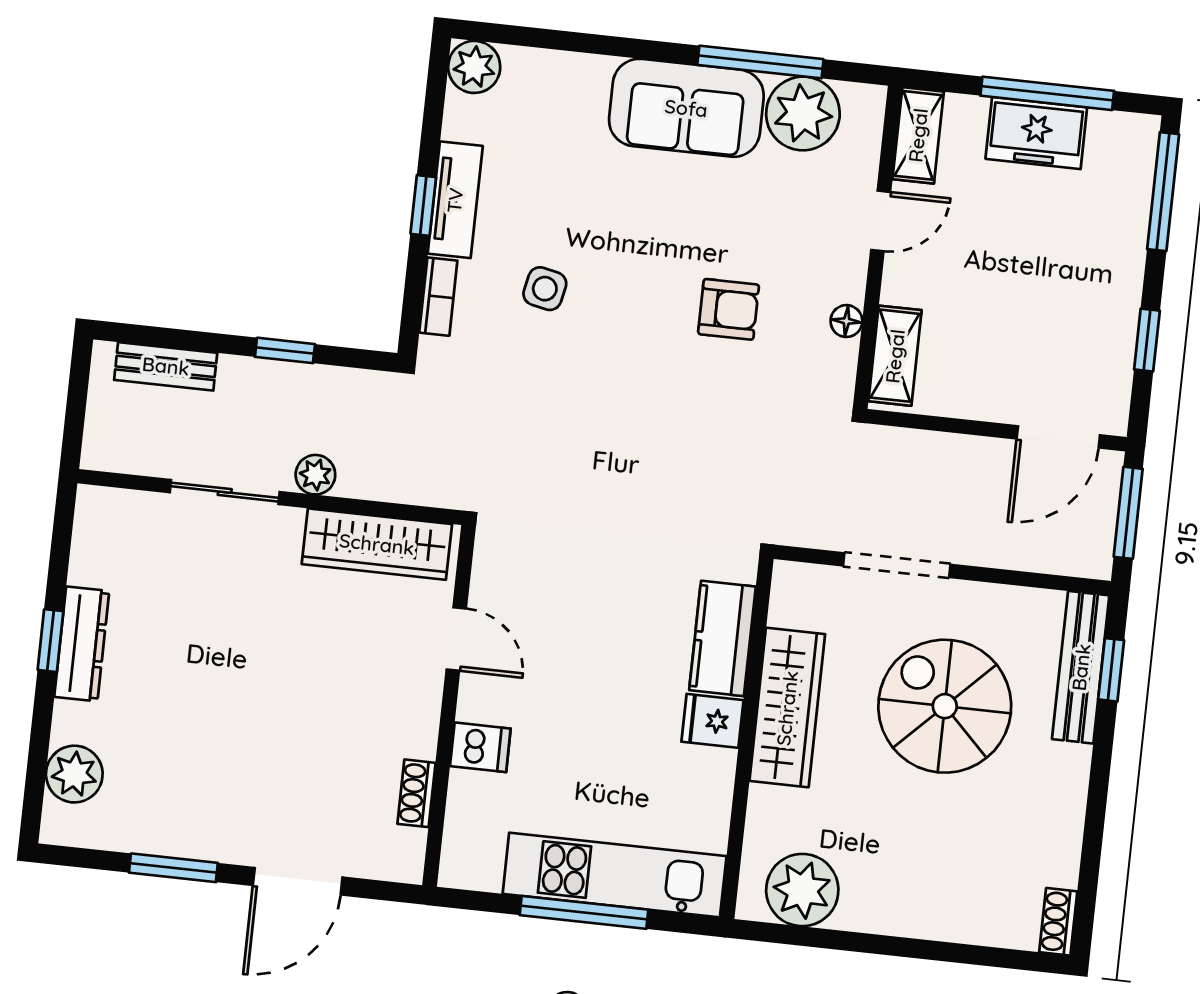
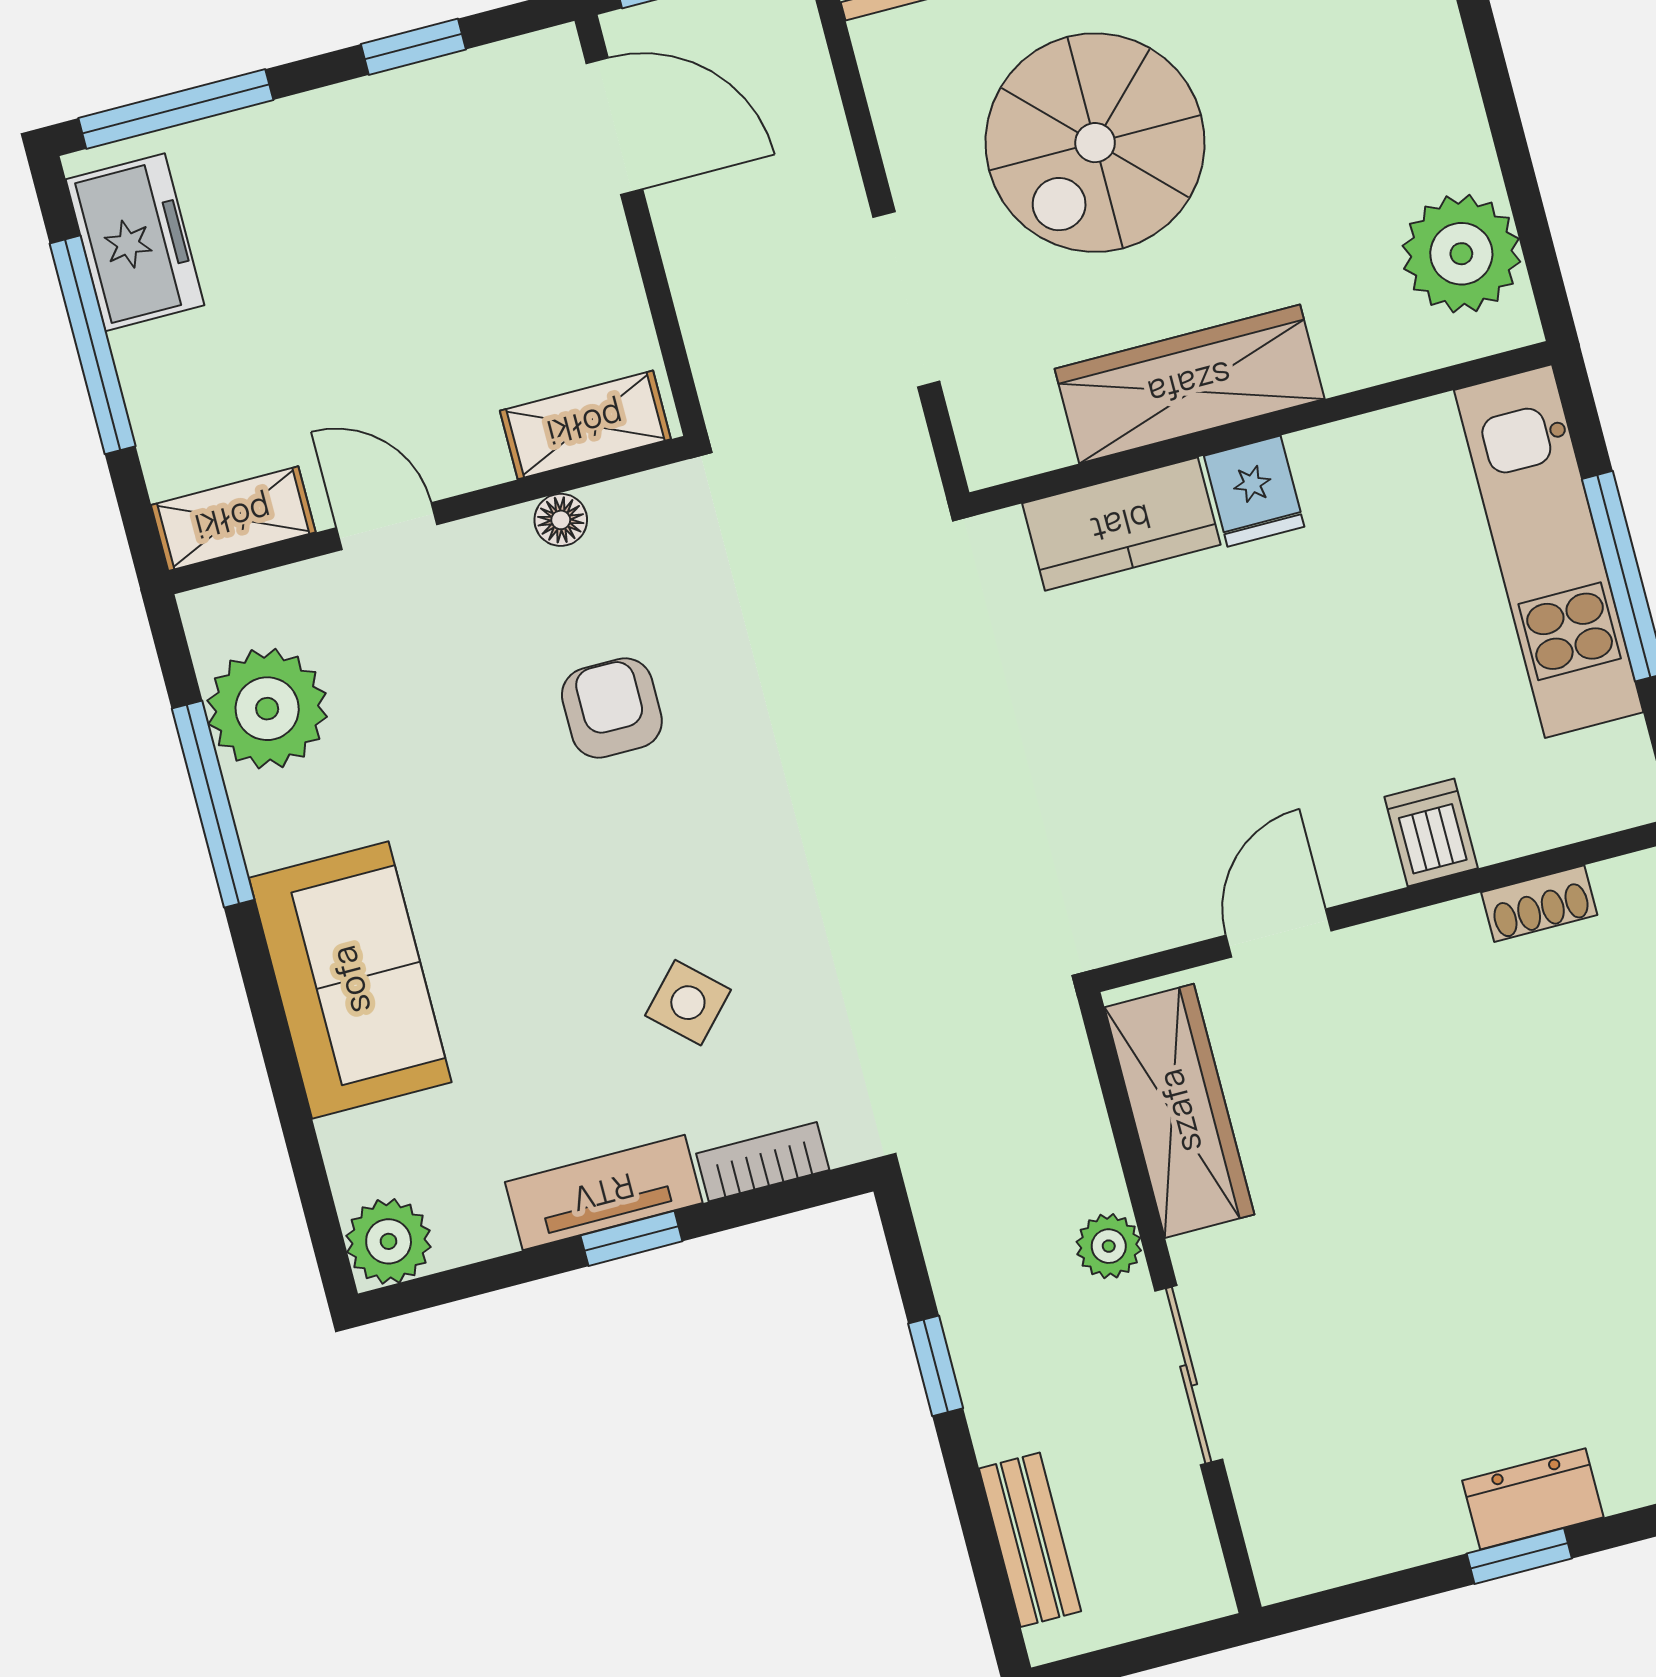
sofa: (686, 108) -> (350, 980), moved
freezer: (1036, 133) -> (135, 242), moved
side table: (545, 289) -> (688, 1003), turned 31
dresser: (82, 644) -> (1533, 1499), width x0.70

